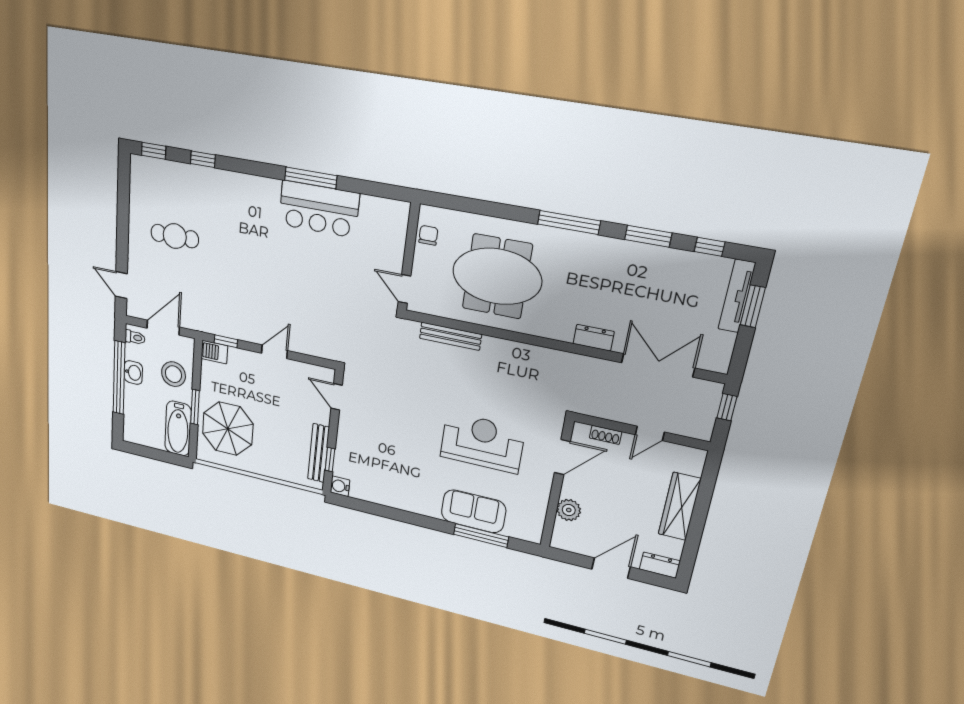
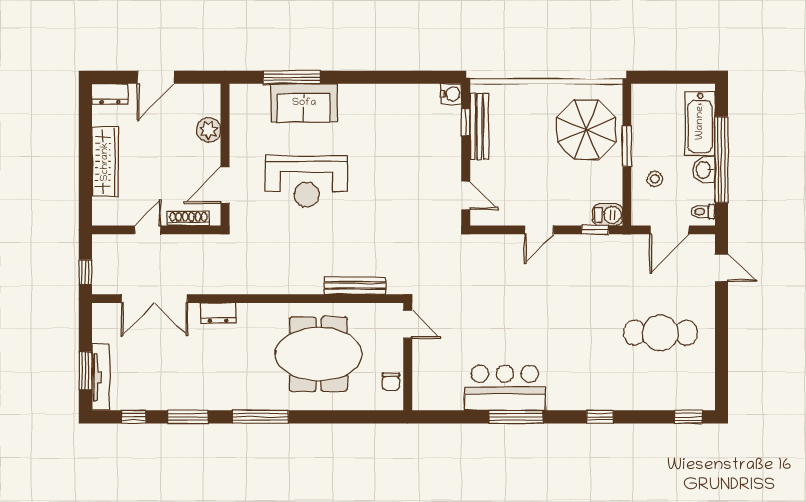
window: (203, 159) -> (600, 417), moved
cafe table: (175, 236) -> (660, 333), width x1.37, depth x1.35
stool: (173, 374) -> (655, 179), width x0.53, depth x0.53
bathtub: (178, 428) -> (700, 123), moved, turned 180
shoe rack: (606, 435) -> (188, 218), width x1.43

